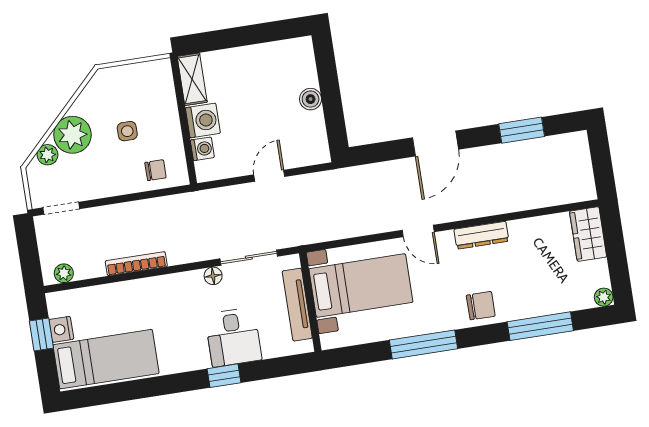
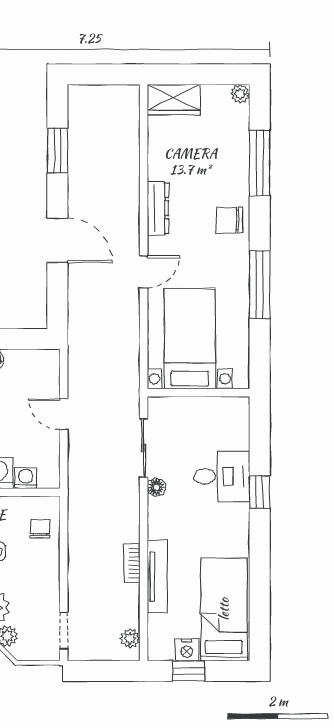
bookcase: (136, 264) -> (132, 563), width x0.64
tv unit: (297, 305) -> (157, 577), moved, turned -90
chair: (481, 306) -> (229, 220), turned -90

